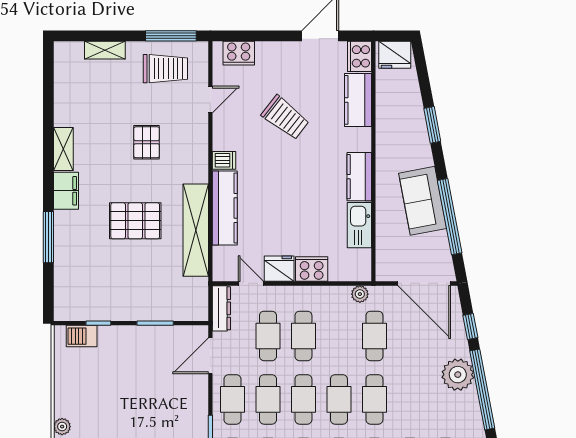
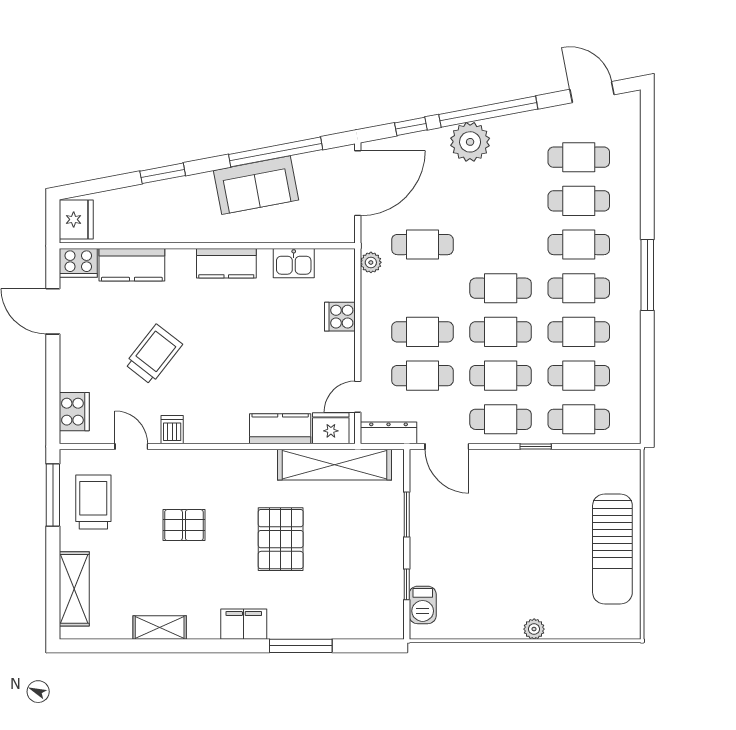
shelving: (105, 50) -> (74, 589), width x1.50, depth x1.33
shelving: (63, 149) -> (160, 628), moved
dishwasher: (224, 160) -> (172, 430), moved
kitchen counter: (225, 208) -> (280, 429), width x0.67
kitchen sink: (359, 225) -> (294, 263), width x0.73
shelving: (196, 230) -> (335, 465), moved
fridge: (279, 269) -> (331, 428), moved, turned 90
cooker: (312, 269) -> (340, 317), width x0.73
cafe table: (374, 399) -> (501, 245), removed

